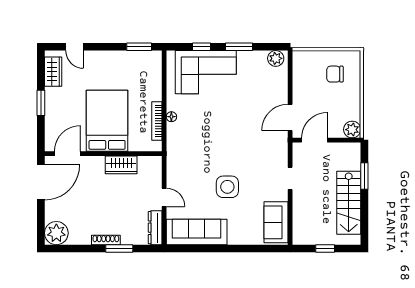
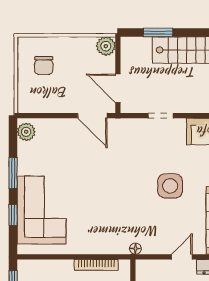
floor lamp: (171, 117) -> (135, 249), moved

